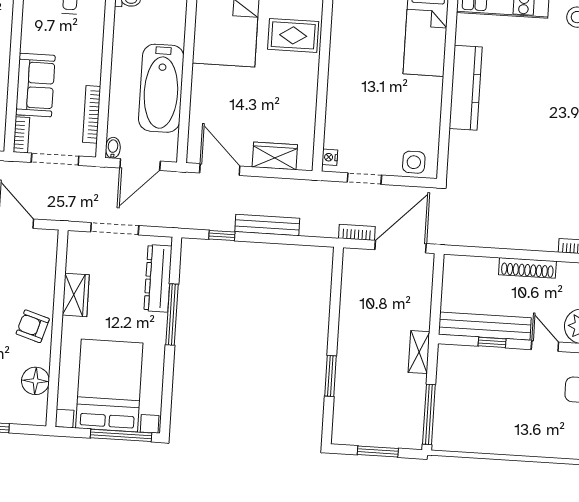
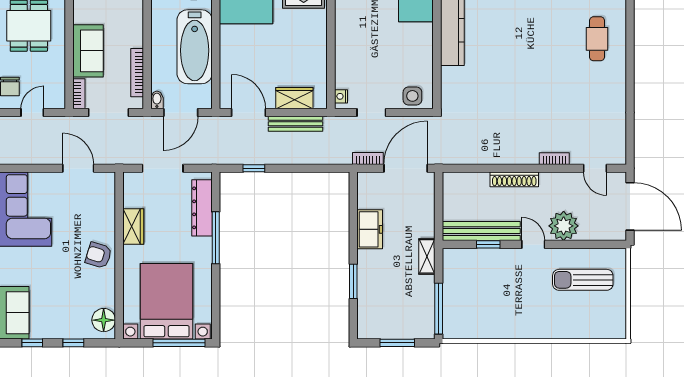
bench: (267, 225) -> (295, 124), moved
freezer: (354, 316) -> (370, 229), added
floor lamp: (35, 381) -> (104, 320), moved

